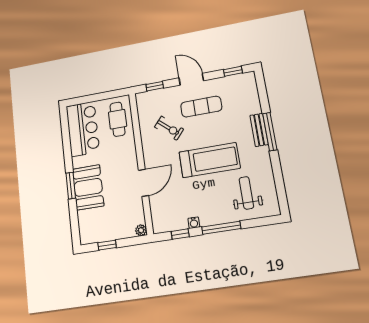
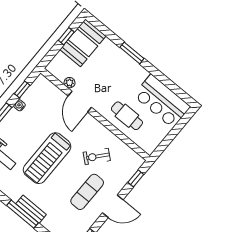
cafe table: (118, 119) -> (127, 116), moved
booth: (88, 187) -> (83, 43), moved, turned 90
plant: (141, 230) -> (70, 83), moved

